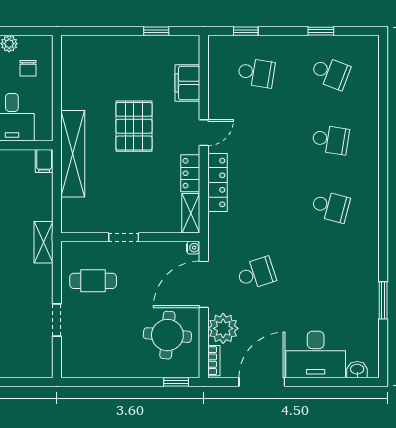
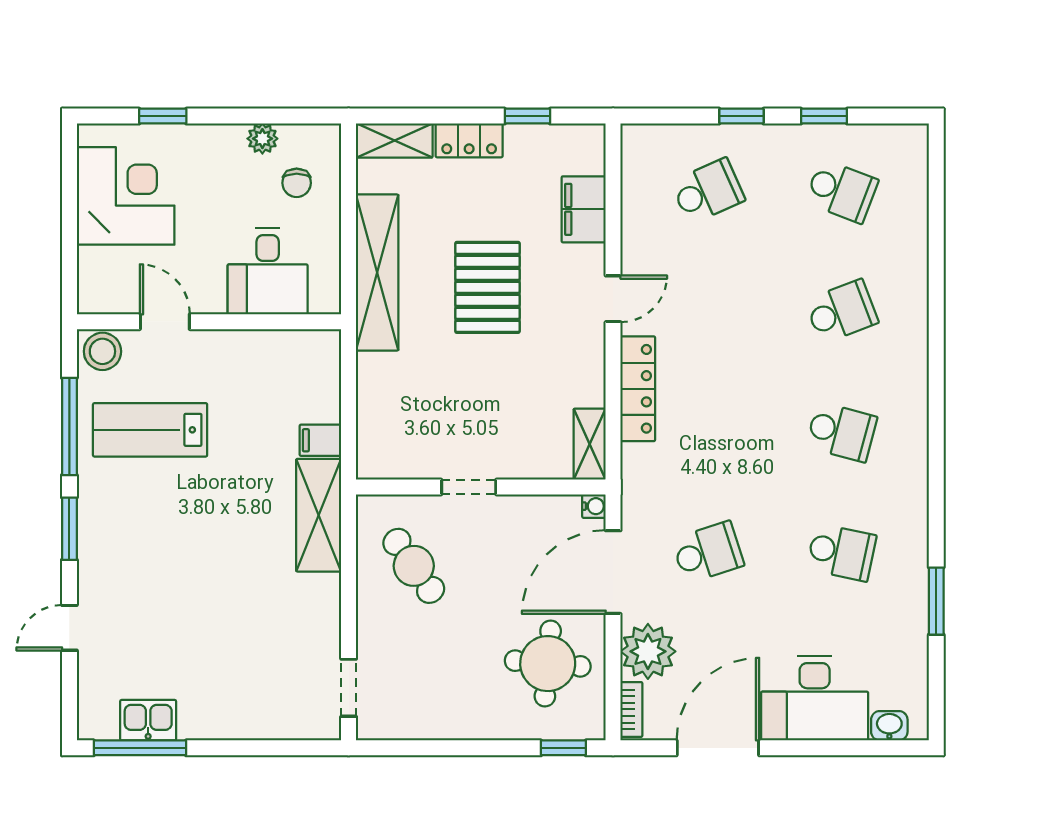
window: (246, 31) -> (741, 116), moved
shelving: (82, 45) -> (395, 141), added
school desk: (256, 73) -> (708, 191), turned -33
school desk: (331, 140) -> (842, 312), turned -30
shelving: (73, 154) -> (377, 273), moved
filing cabinet: (44, 161) -> (320, 440), moved, turned 90
locker: (190, 173) -> (469, 140), moved, turned -90
shelving: (43, 242) -> (319, 515), width x1.50, depth x1.33
school desk: (331, 273) -> (842, 552), added
cafe table: (93, 281) -> (414, 566), turned 55
doorway: (57, 320) -> (349, 688), moved

